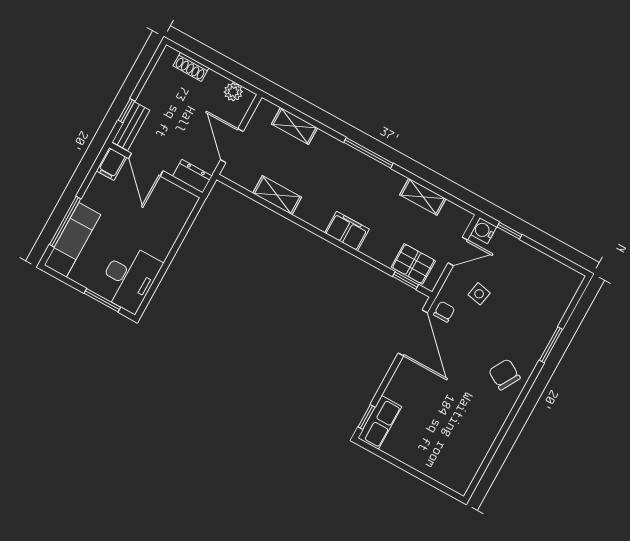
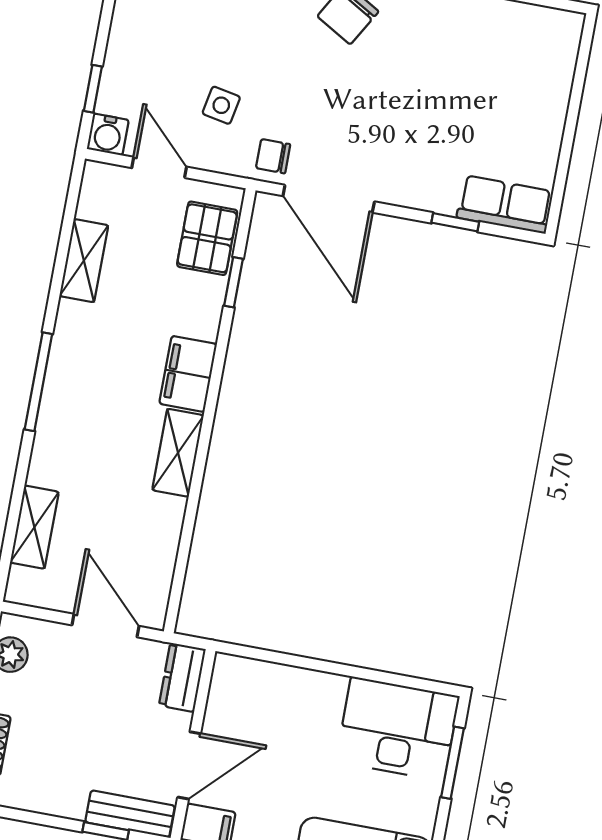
door: (232, 146) -> (106, 626), swing flipped
shelving: (277, 195) -> (178, 453), moved
window: (406, 281) -> (234, 282), moved
door: (413, 333) -> (329, 199), swing flipped
window: (366, 417) -> (455, 222), moved

